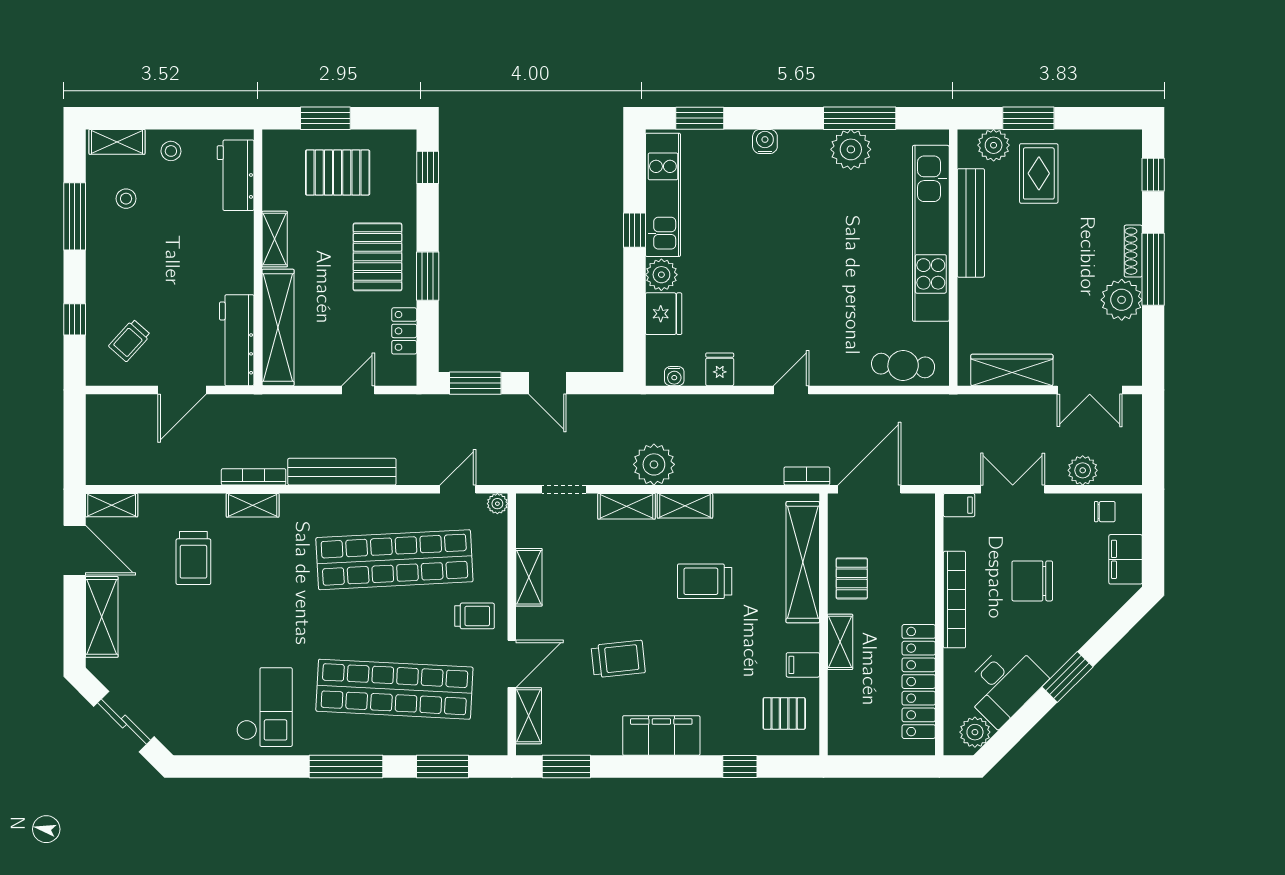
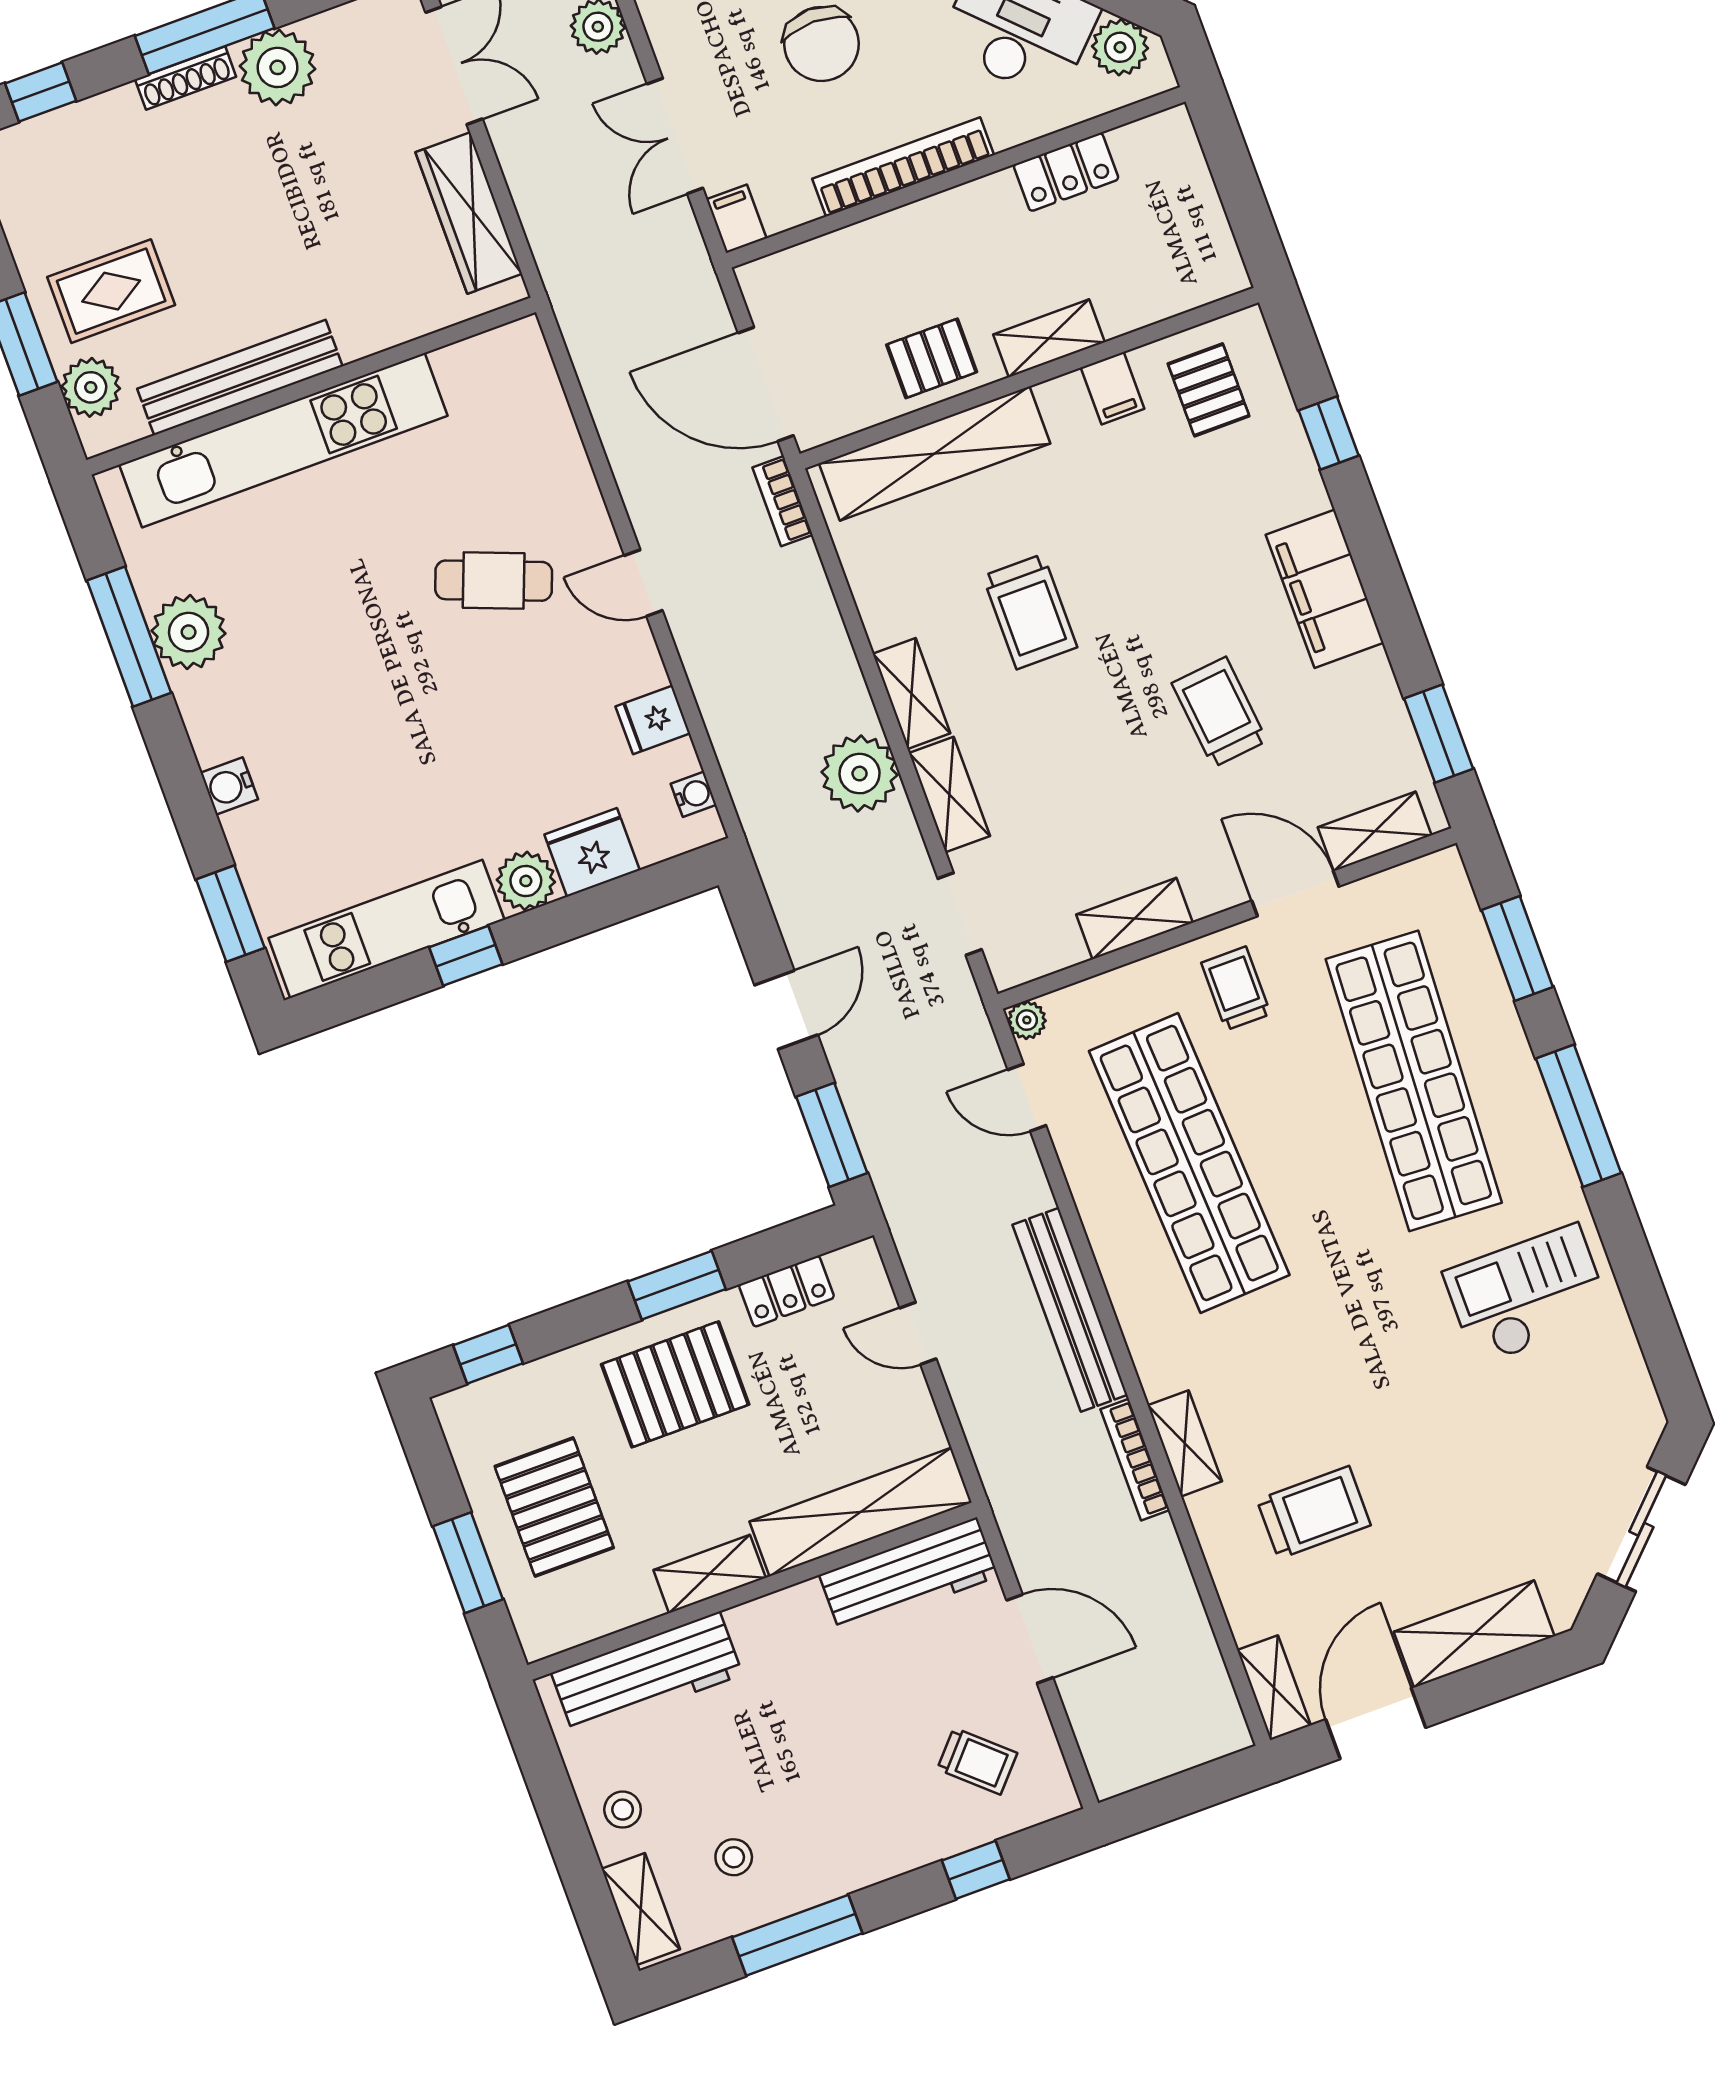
workbench: (236, 175) -> (647, 1674), width x1.37
cafe table: (903, 365) -> (494, 581), moved, turned -74
locker: (919, 682) -> (1066, 172), width x0.46, depth x0.83

